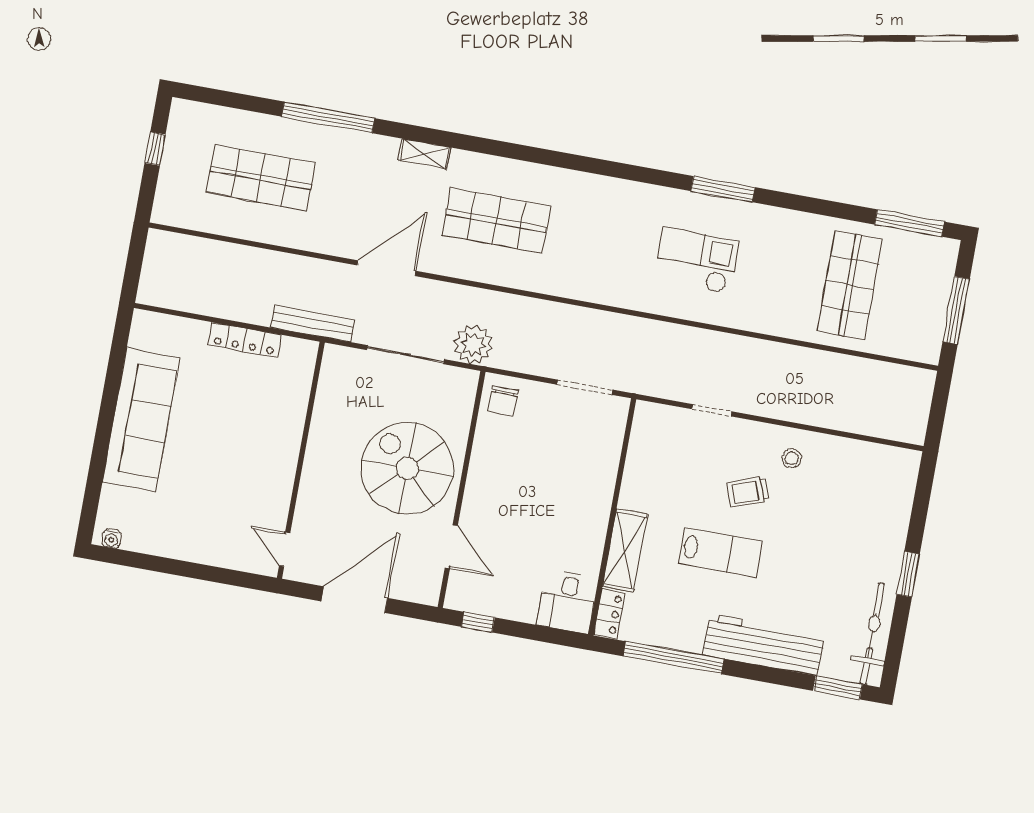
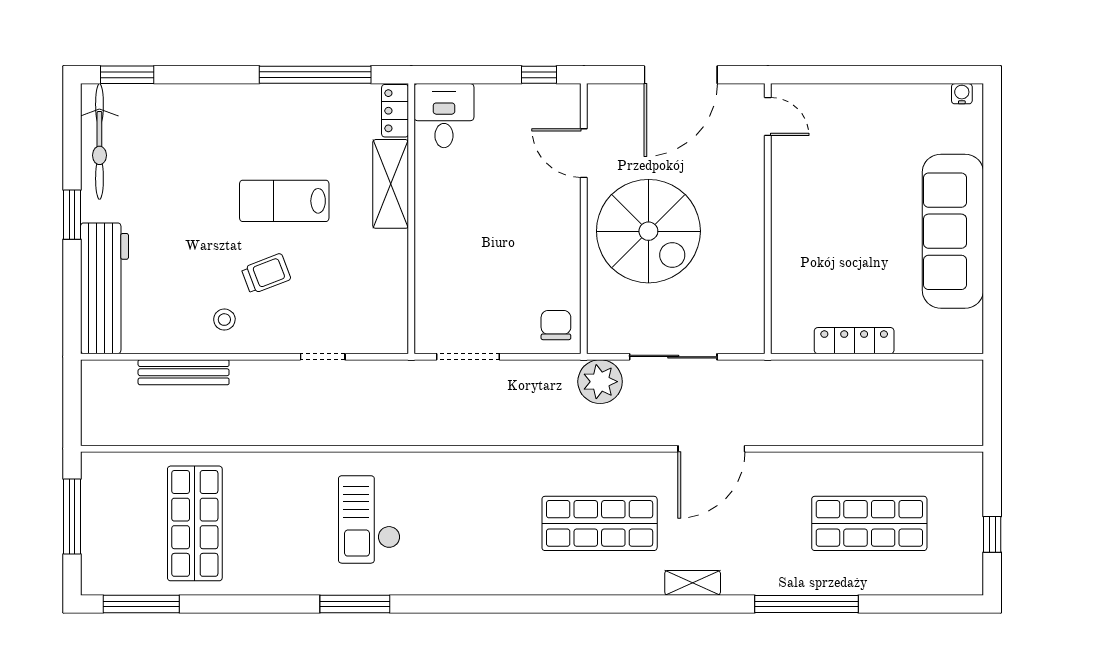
checkout: (697, 261) -> (369, 519), turned 90
bench: (313, 324) -> (184, 372), moved
workbench: (764, 645) -> (105, 288), moved, turned -90

